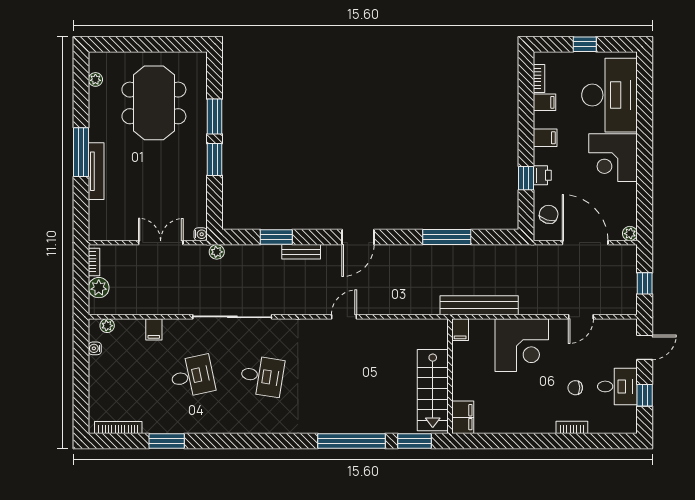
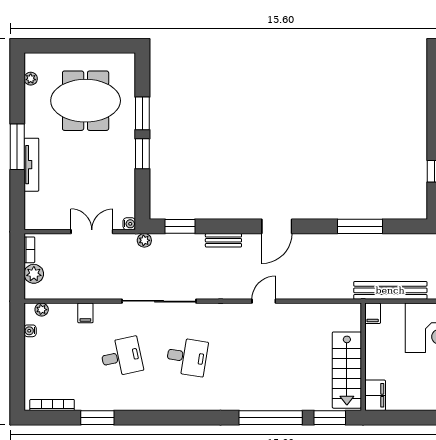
meeting table: (154, 103) -> (86, 101), turned 90
window: (276, 237) -> (180, 226), moved

